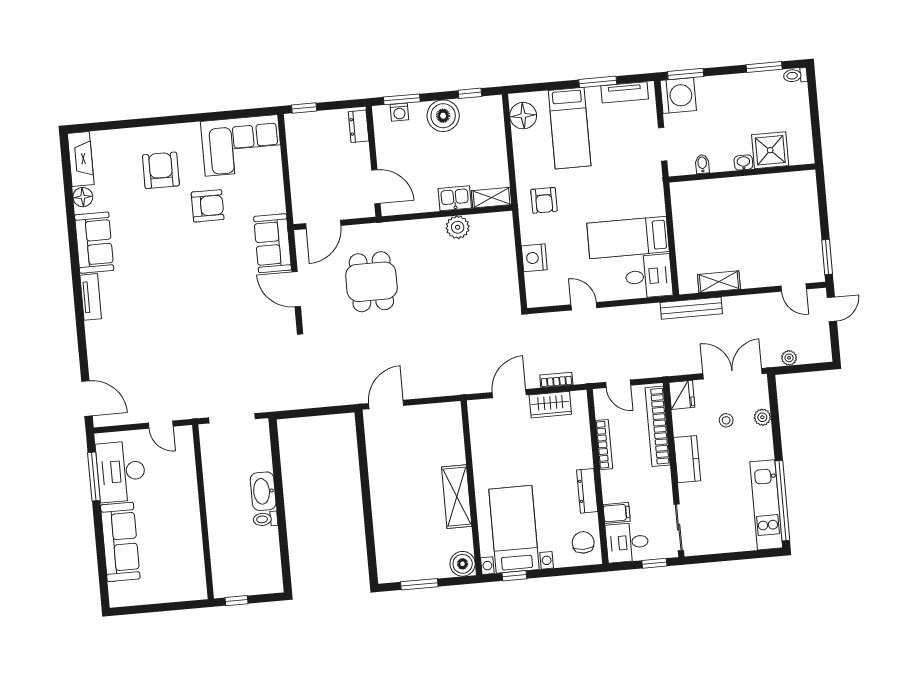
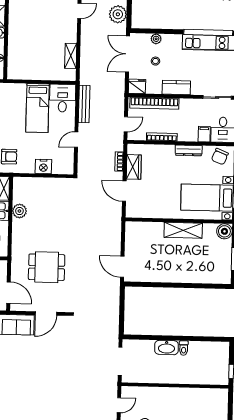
bench: (691, 308) -> (84, 104), moved
plant: (789, 358) -> (118, 14), width x1.87, depth x1.87
chair: (583, 542) -> (220, 157), turned -68

